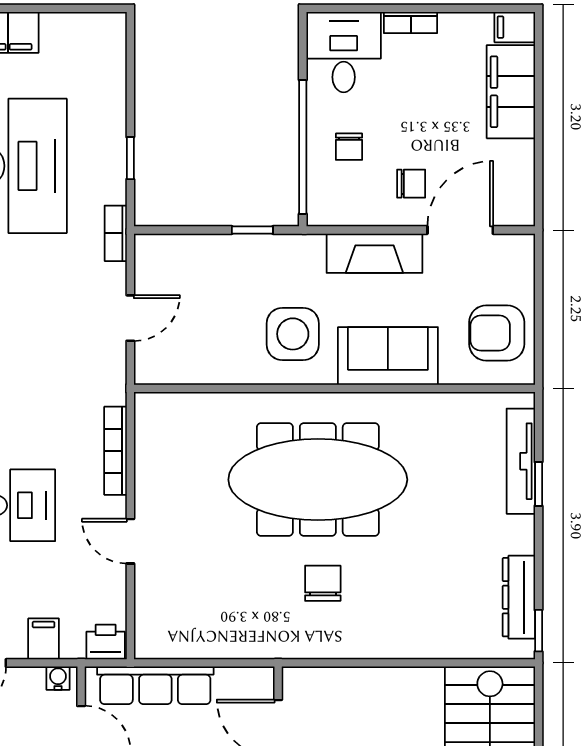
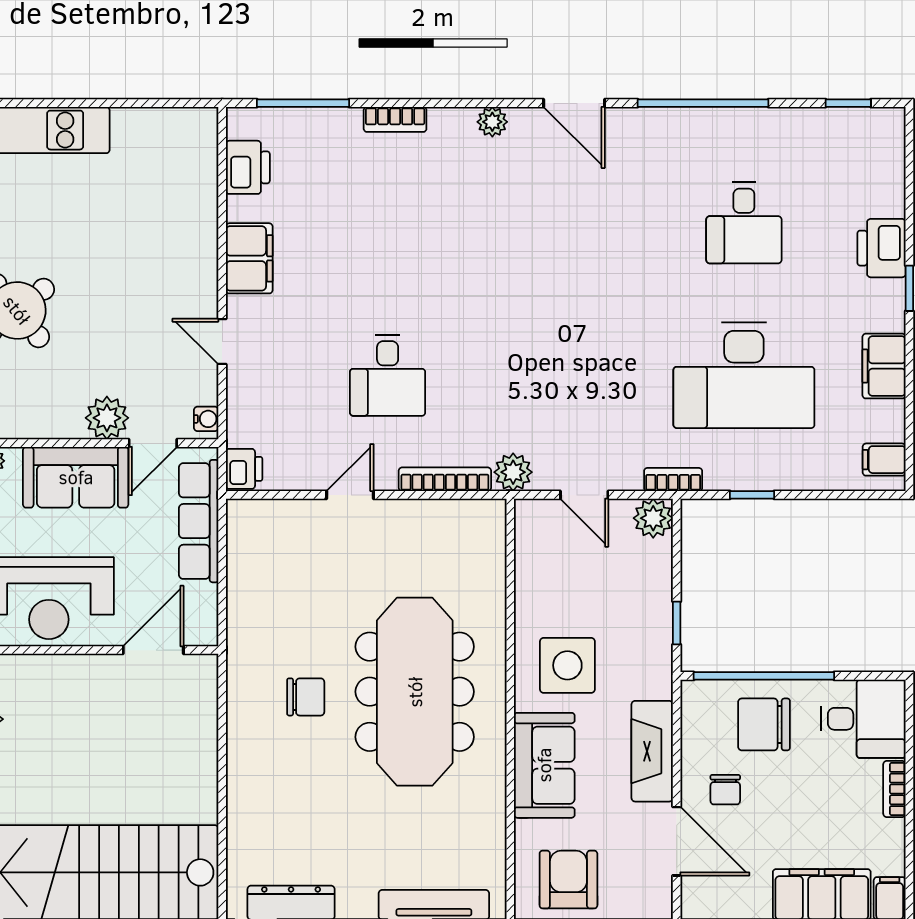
chair: (349, 147) -> (764, 724), width x1.87, depth x1.87
plant: (153, 252) -> (653, 518), added
plant: (109, 386) -> (513, 472), added
filing cabinet: (44, 639) -> (884, 460), moved, turned 180

